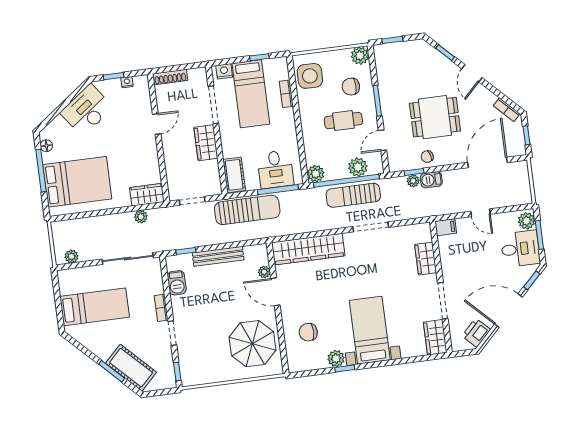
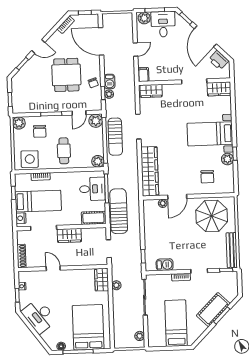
cafe table: (343, 121) -> (64, 151), moved
door: (382, 140) -> (79, 113), hinge flipped
plant: (358, 167) -> (96, 121), moved
bench: (218, 256) -> (232, 250), moved
wardrobe: (426, 259) -> (151, 91), moved
cot: (131, 368) -> (213, 310), moved

